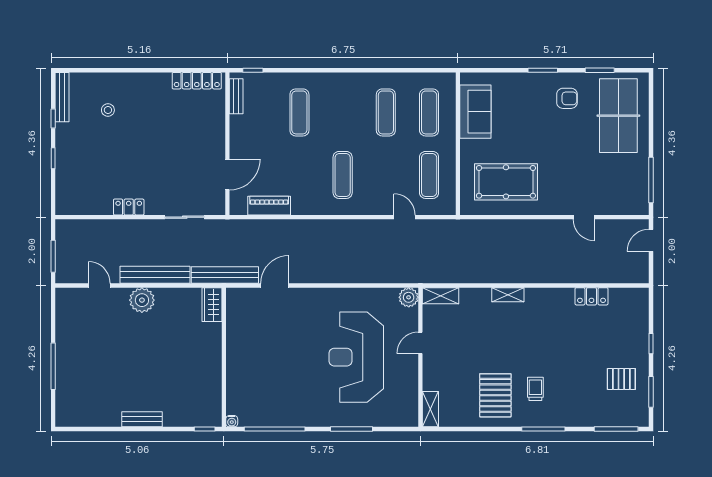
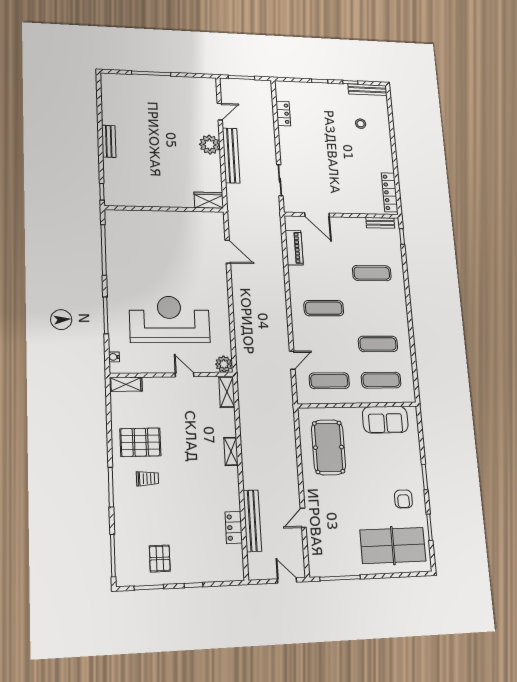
locker: (129, 207) -> (283, 114), moved
bench: (225, 275) -> (252, 521), moved
water cooler: (232, 421) -> (114, 357), moved

